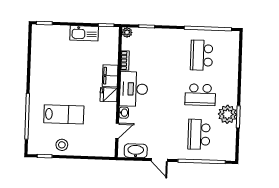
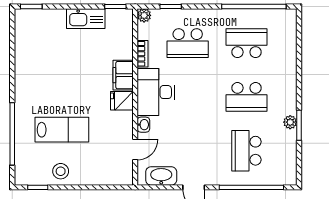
school desk: (158, 54) -> (188, 43), added
school desk: (202, 55) -> (247, 43), turned 90
plant: (227, 114) -> (290, 122), width x0.53, depth x0.53

